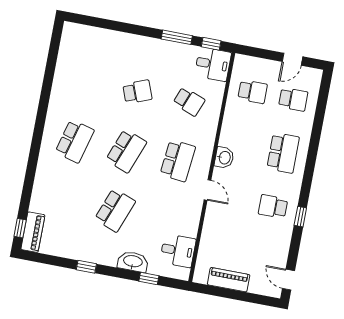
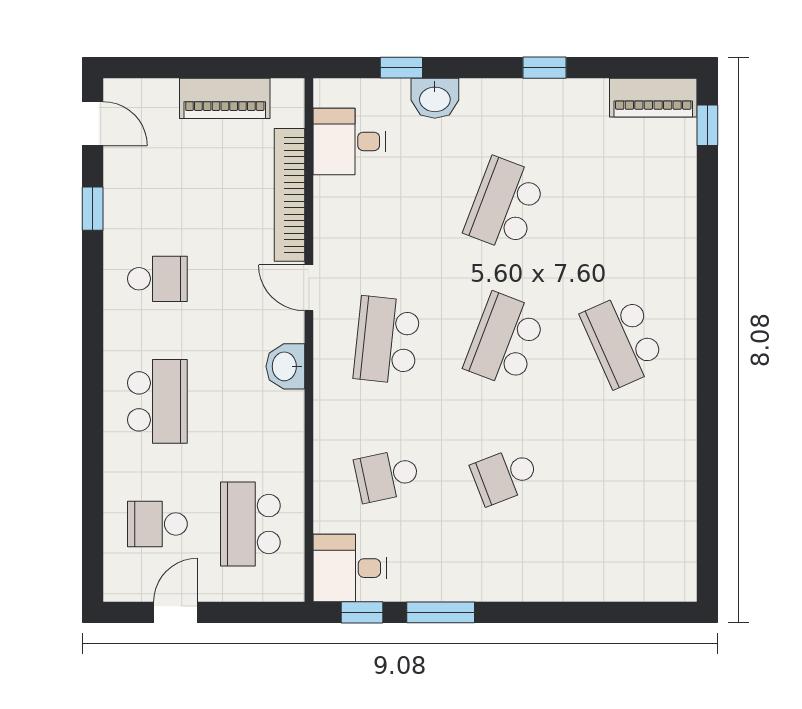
school desk: (253, 92) -> (250, 524), width x1.85
school desk: (189, 101) -> (387, 476), turned -33
school desk: (75, 141) -> (623, 340), turned -39
school desk: (283, 153) -> (157, 401), turned 180
window: (300, 217) -> (93, 209), moved
piano: (33, 232) -> (653, 98), moved, turned -90
bookcase: (208, 232) -> (290, 195), added
washbasin: (133, 262) -> (435, 98), width x0.72

